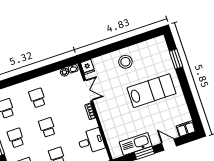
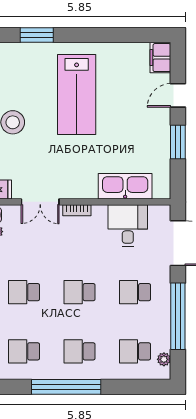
double door: (88, 90) -> (40, 202), swing flipped
lab bench: (152, 91) -> (77, 94), turned 180
kitchen sink: (136, 144) -> (125, 186), moved, turned 90

